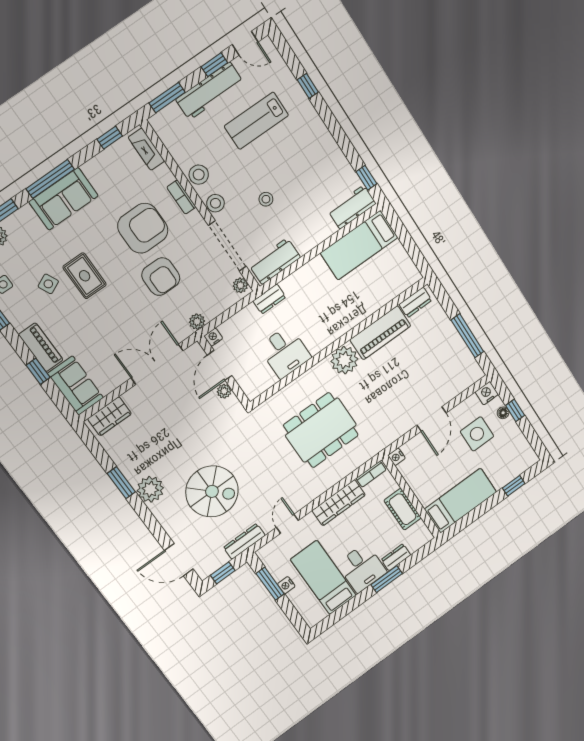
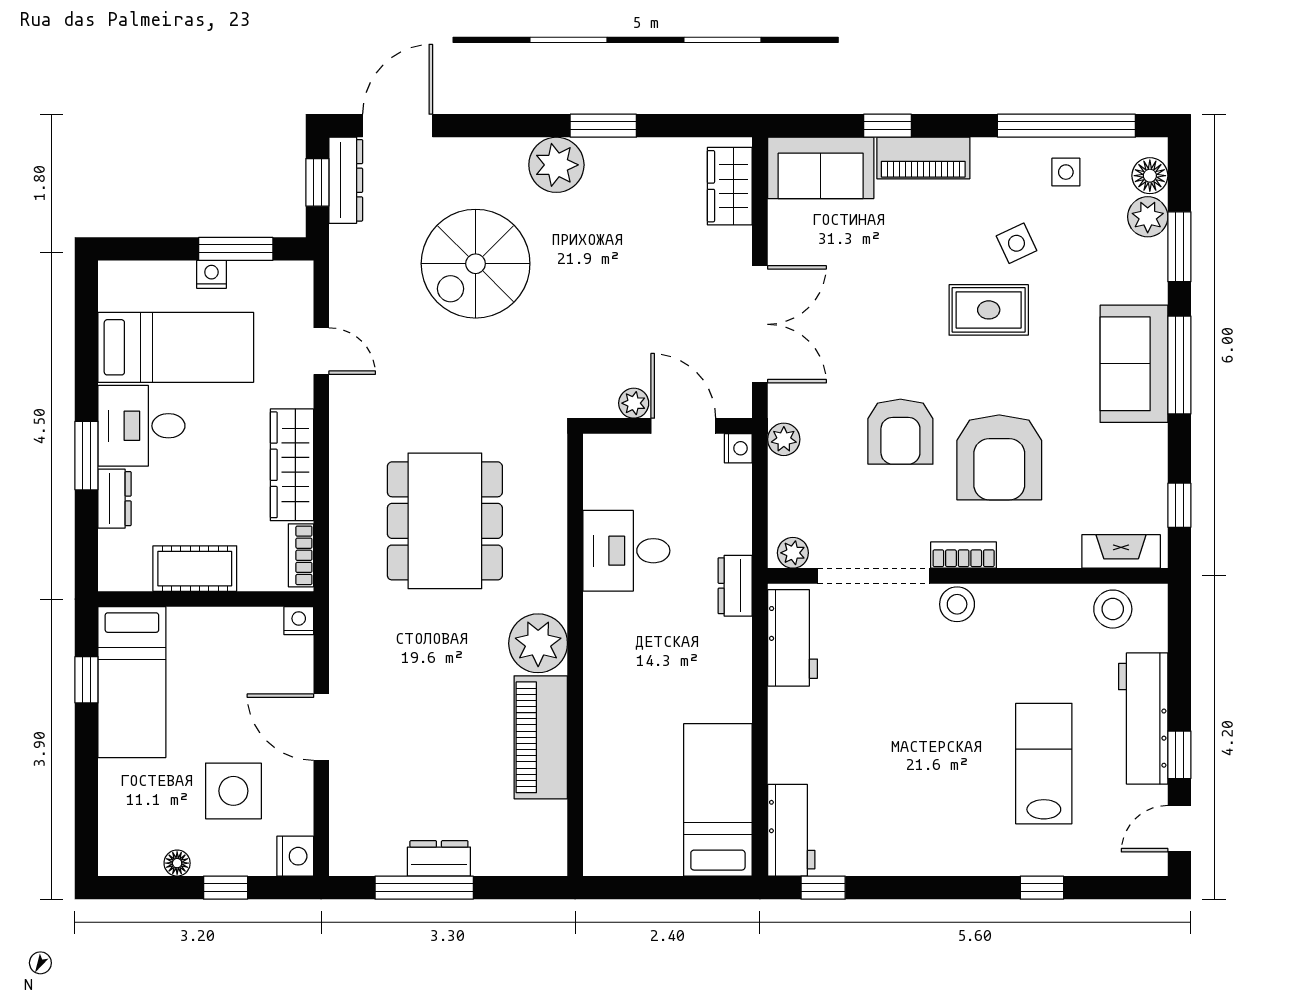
window: (167, 98) -> (1179, 642), removed
stool: (199, 175) -> (1113, 609), moved
bookcase: (181, 197) -> (964, 555), moved
stool: (266, 199) -> (905, 693), removed
armchair: (161, 277) -> (900, 432), turned -90
dresser: (415, 302) -> (439, 858), moved, turned 90
floor lamp: (503, 413) -> (177, 863), moved
window: (514, 486) -> (86, 680), moved
dresser: (244, 541) -> (346, 180), moved

